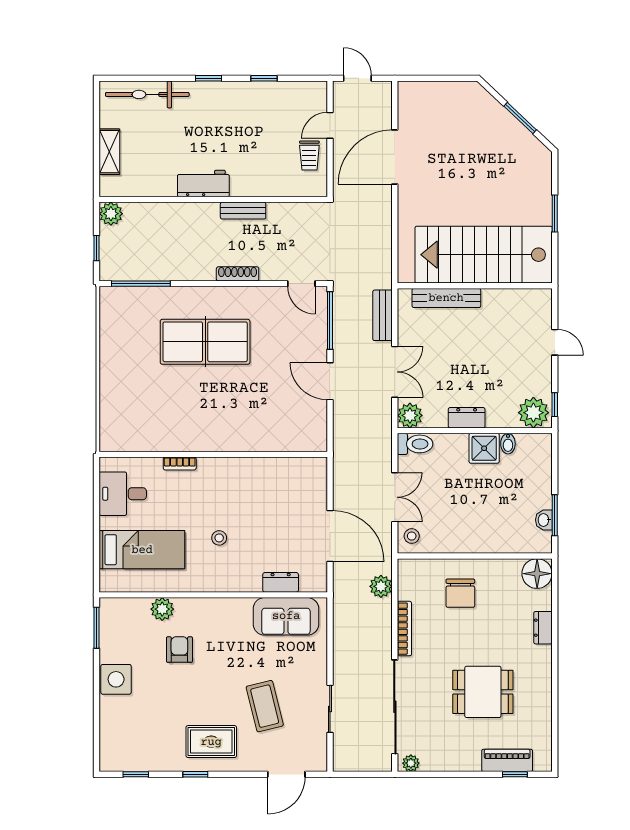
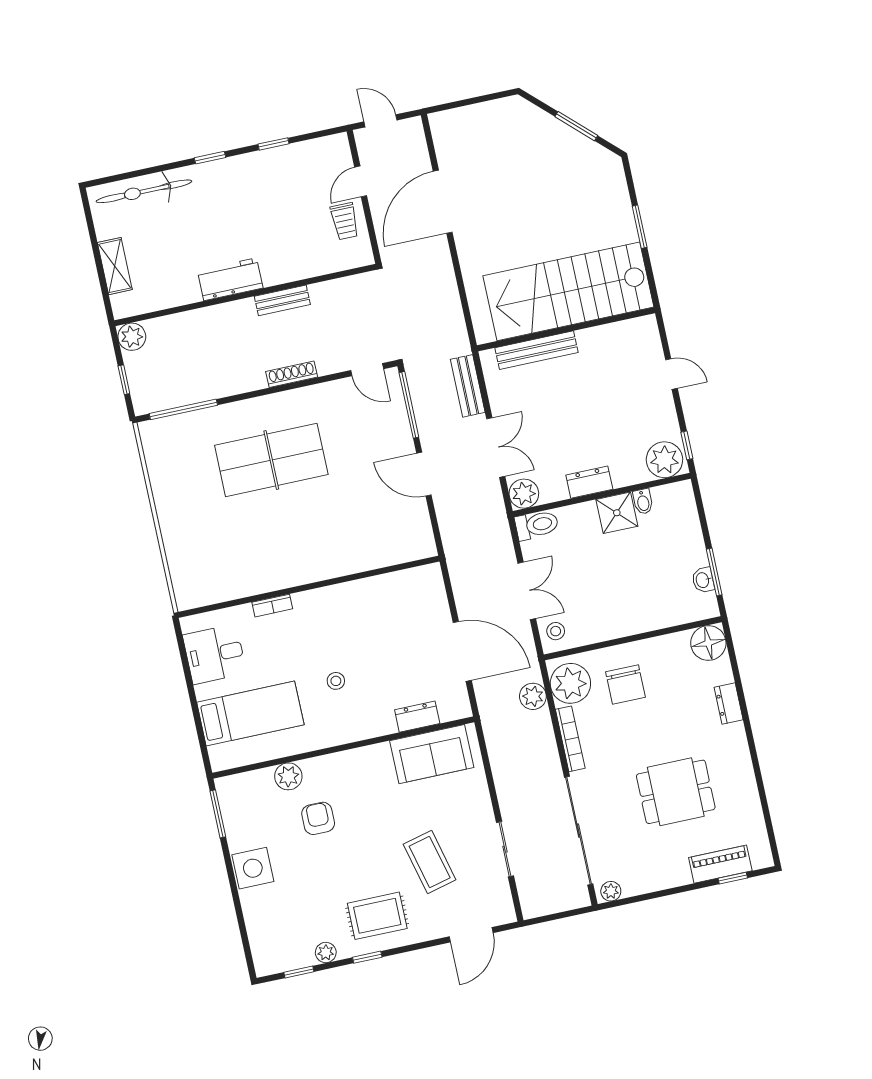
plant: (415, 582) -> (570, 683), added
plant: (162, 763) -> (326, 952), added

